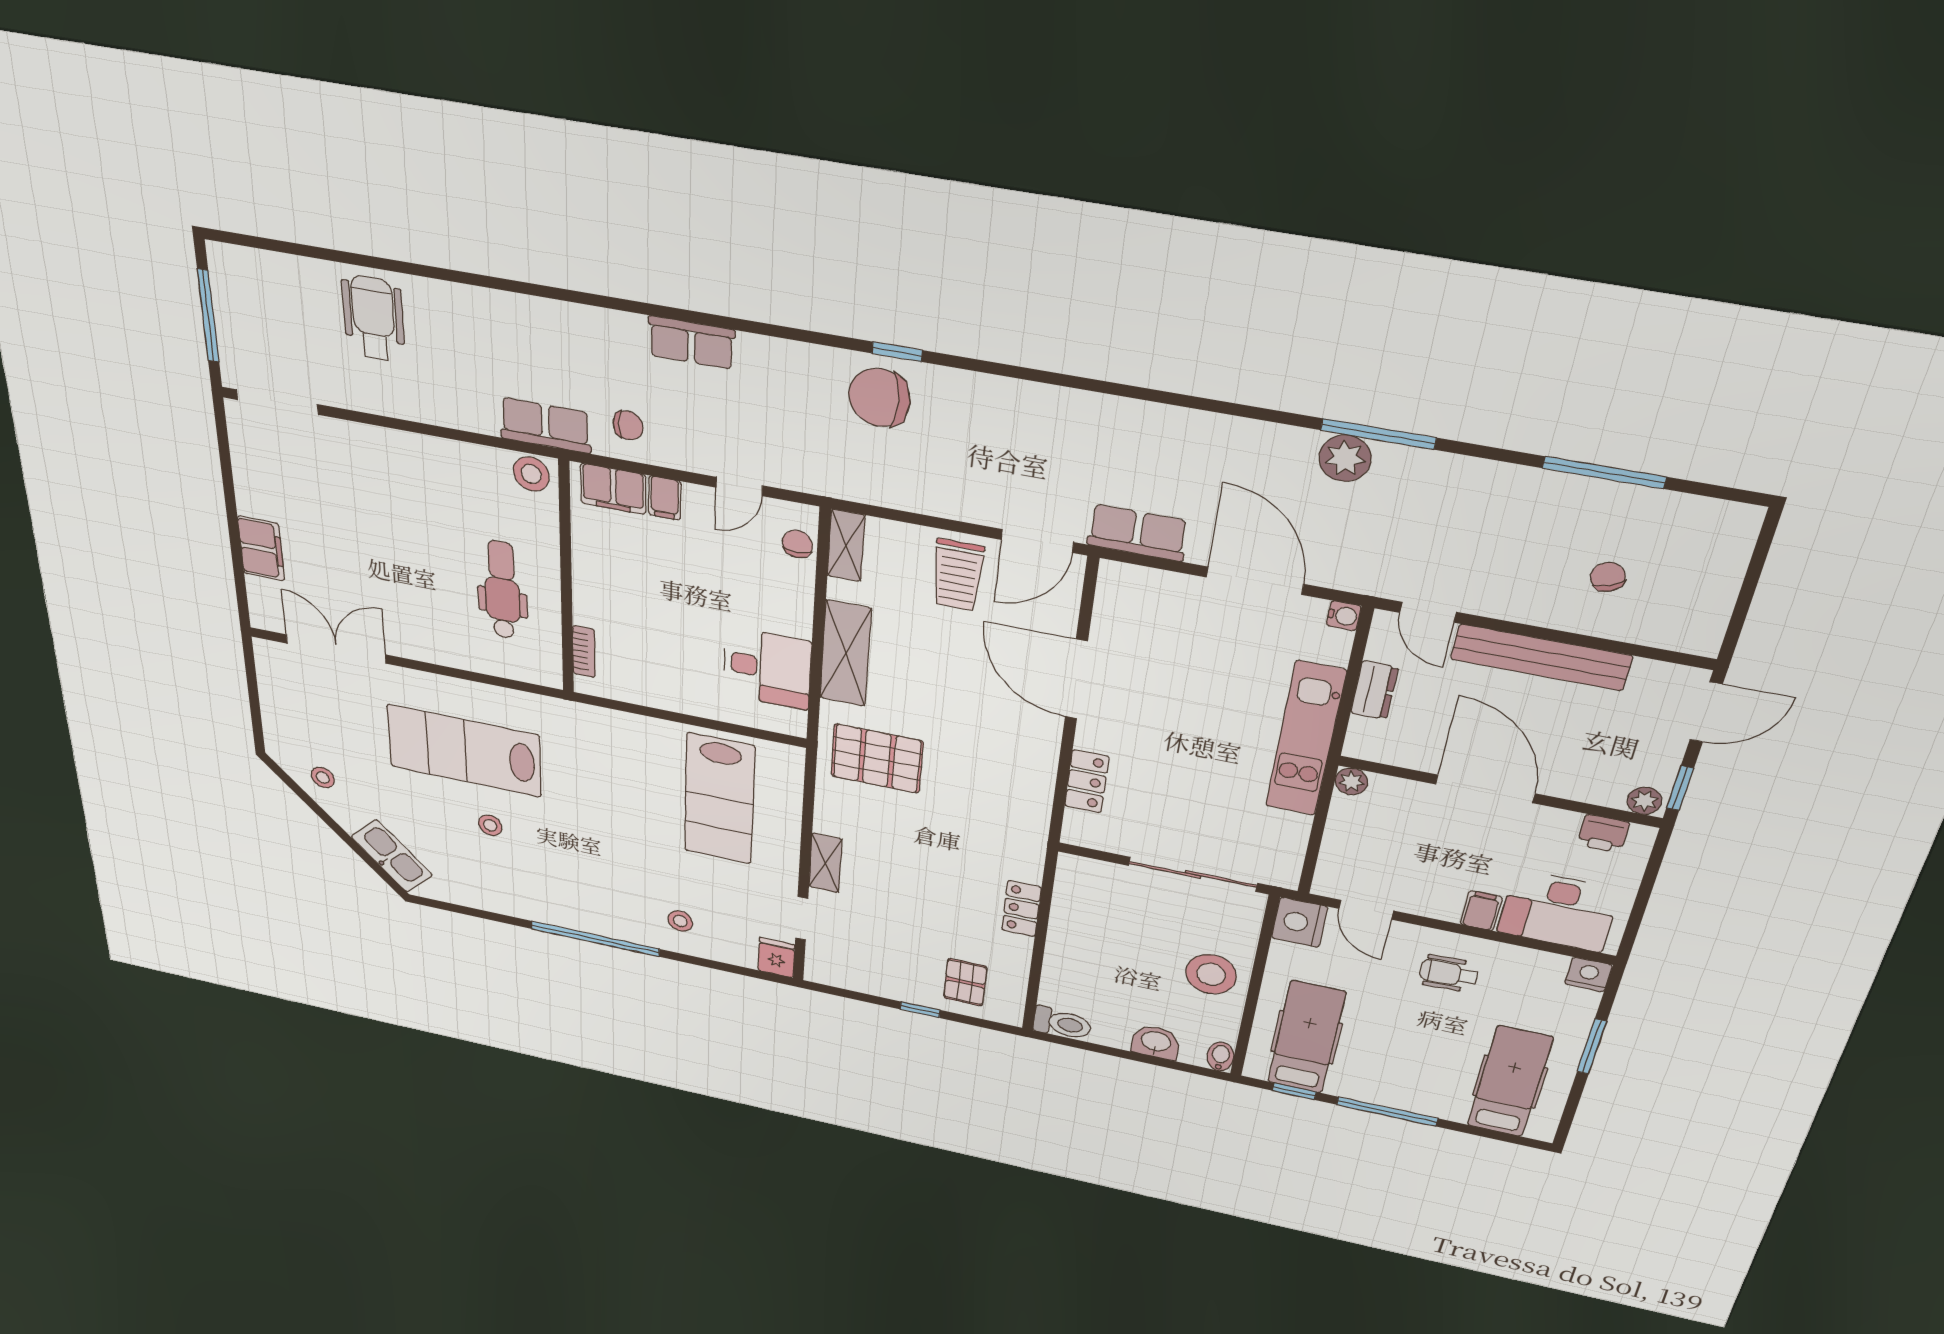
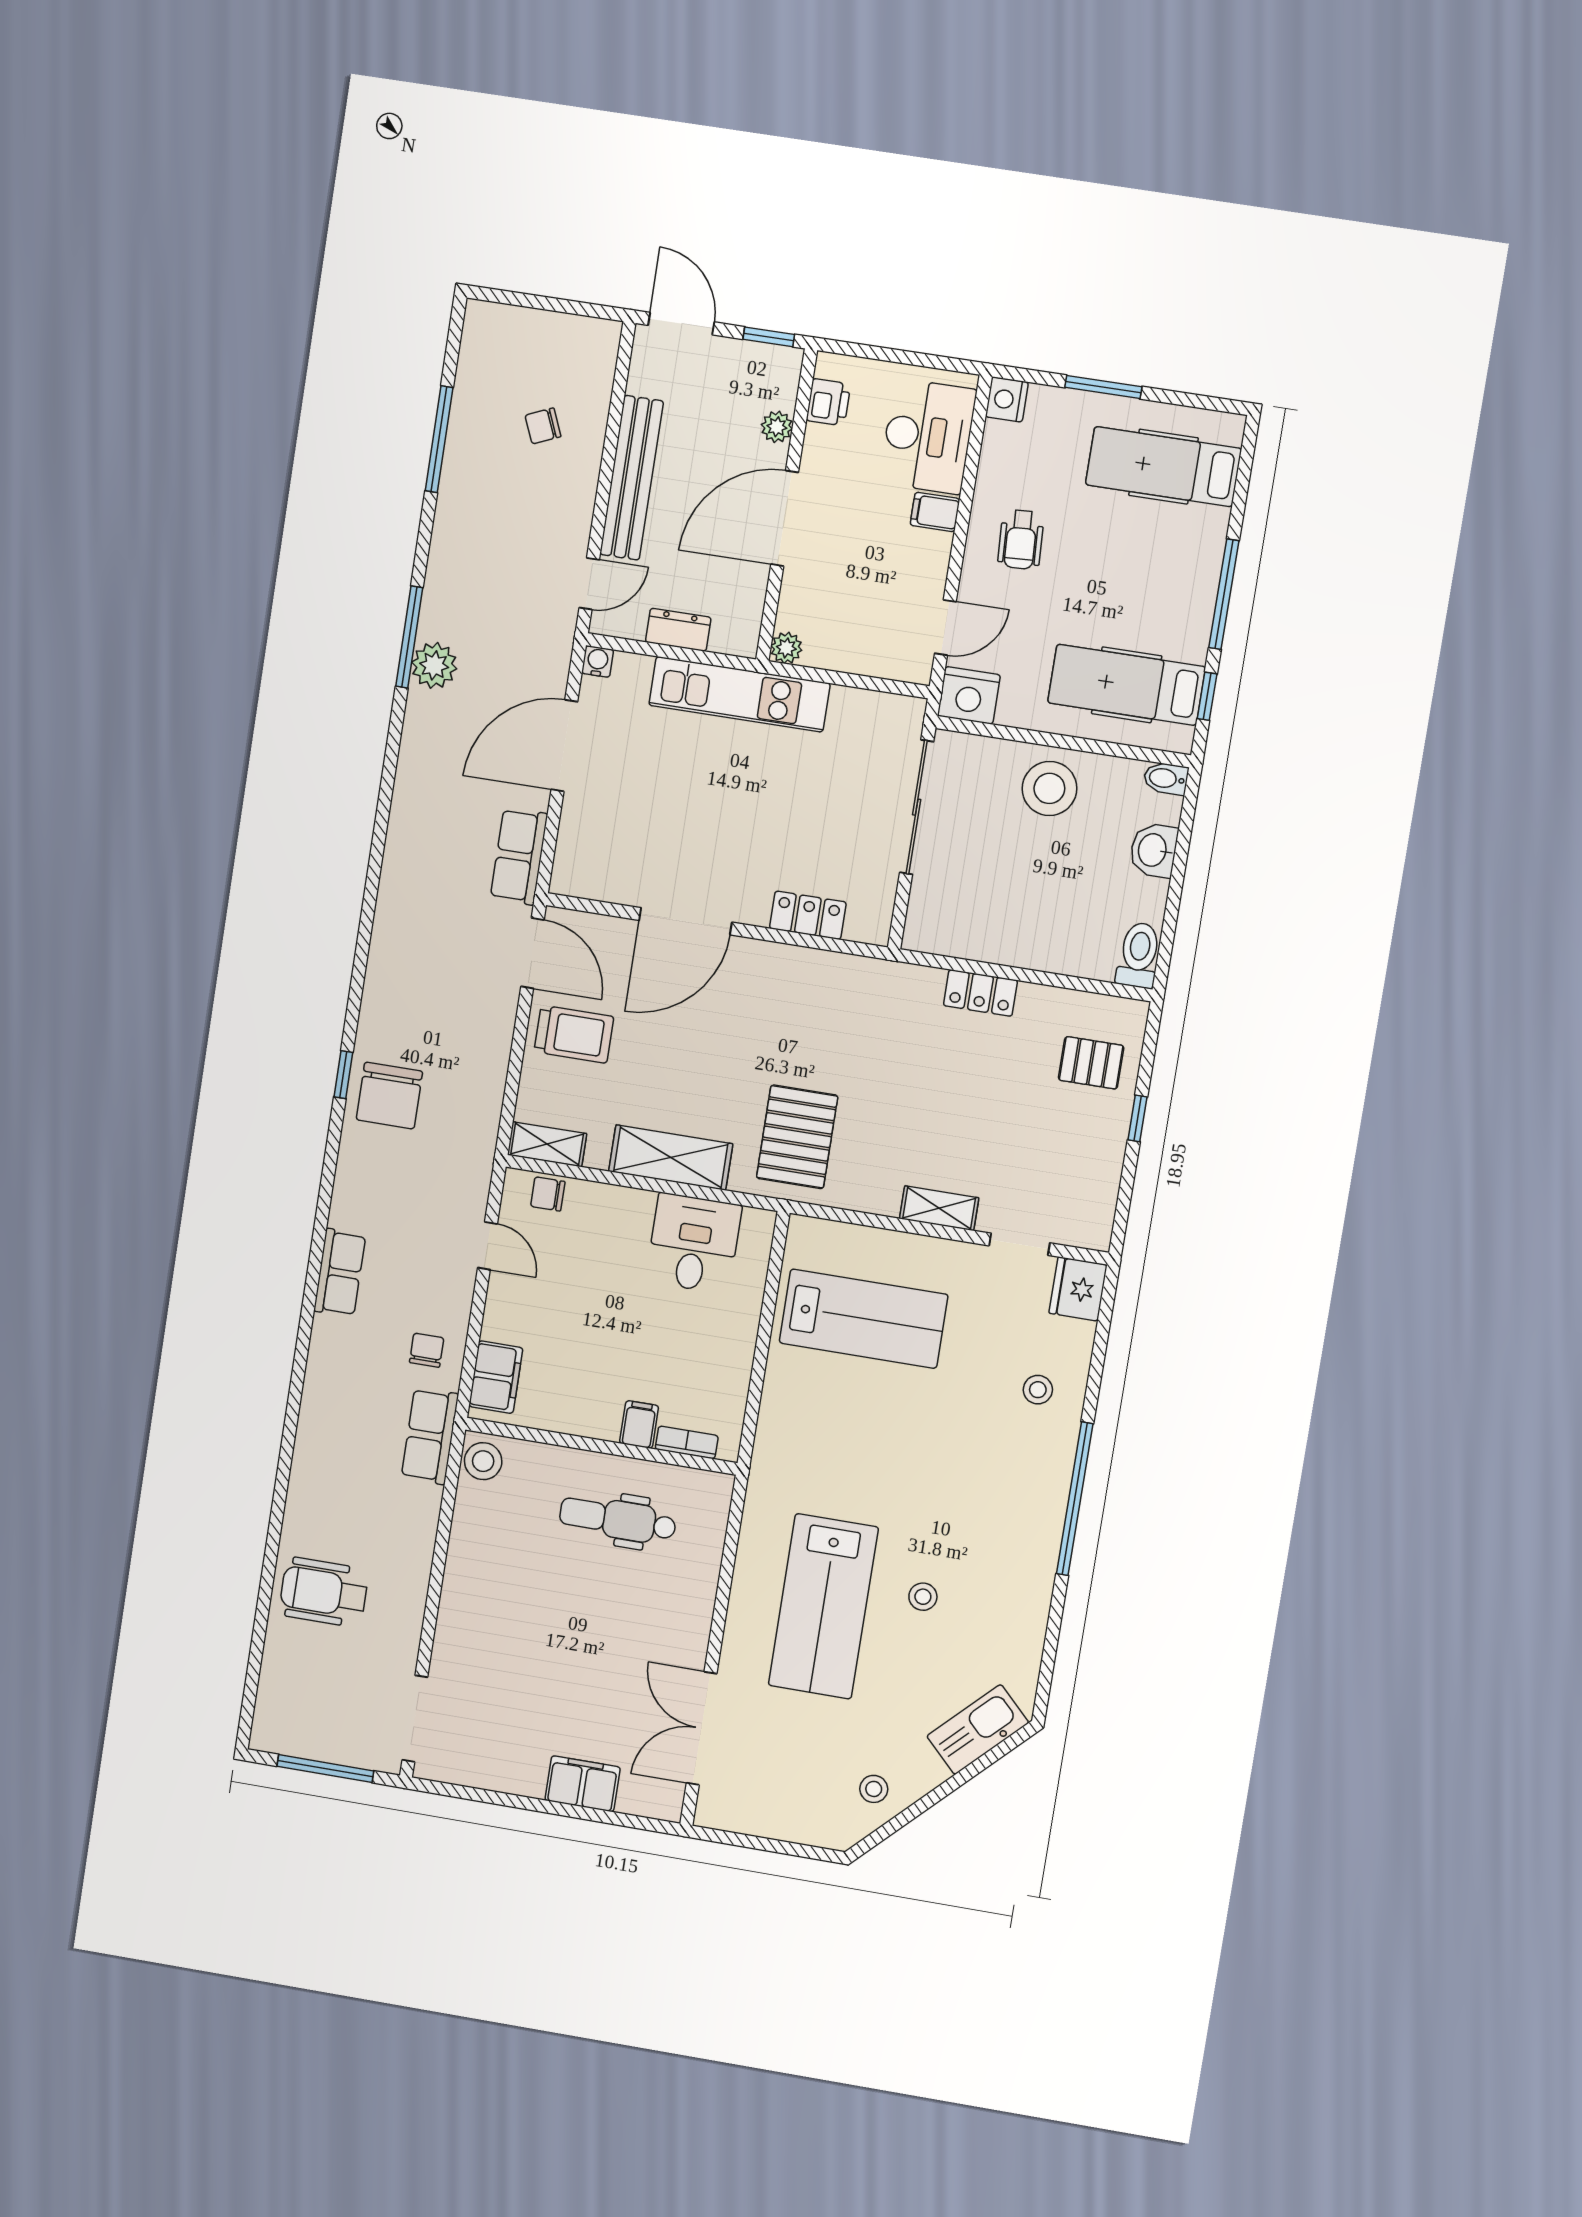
filing cabinet: (665, 498) -> (639, 1424), moved, turned -90
plant: (1644, 801) -> (777, 427), moved
fridge: (776, 958) -> (1078, 1289), width x1.38

